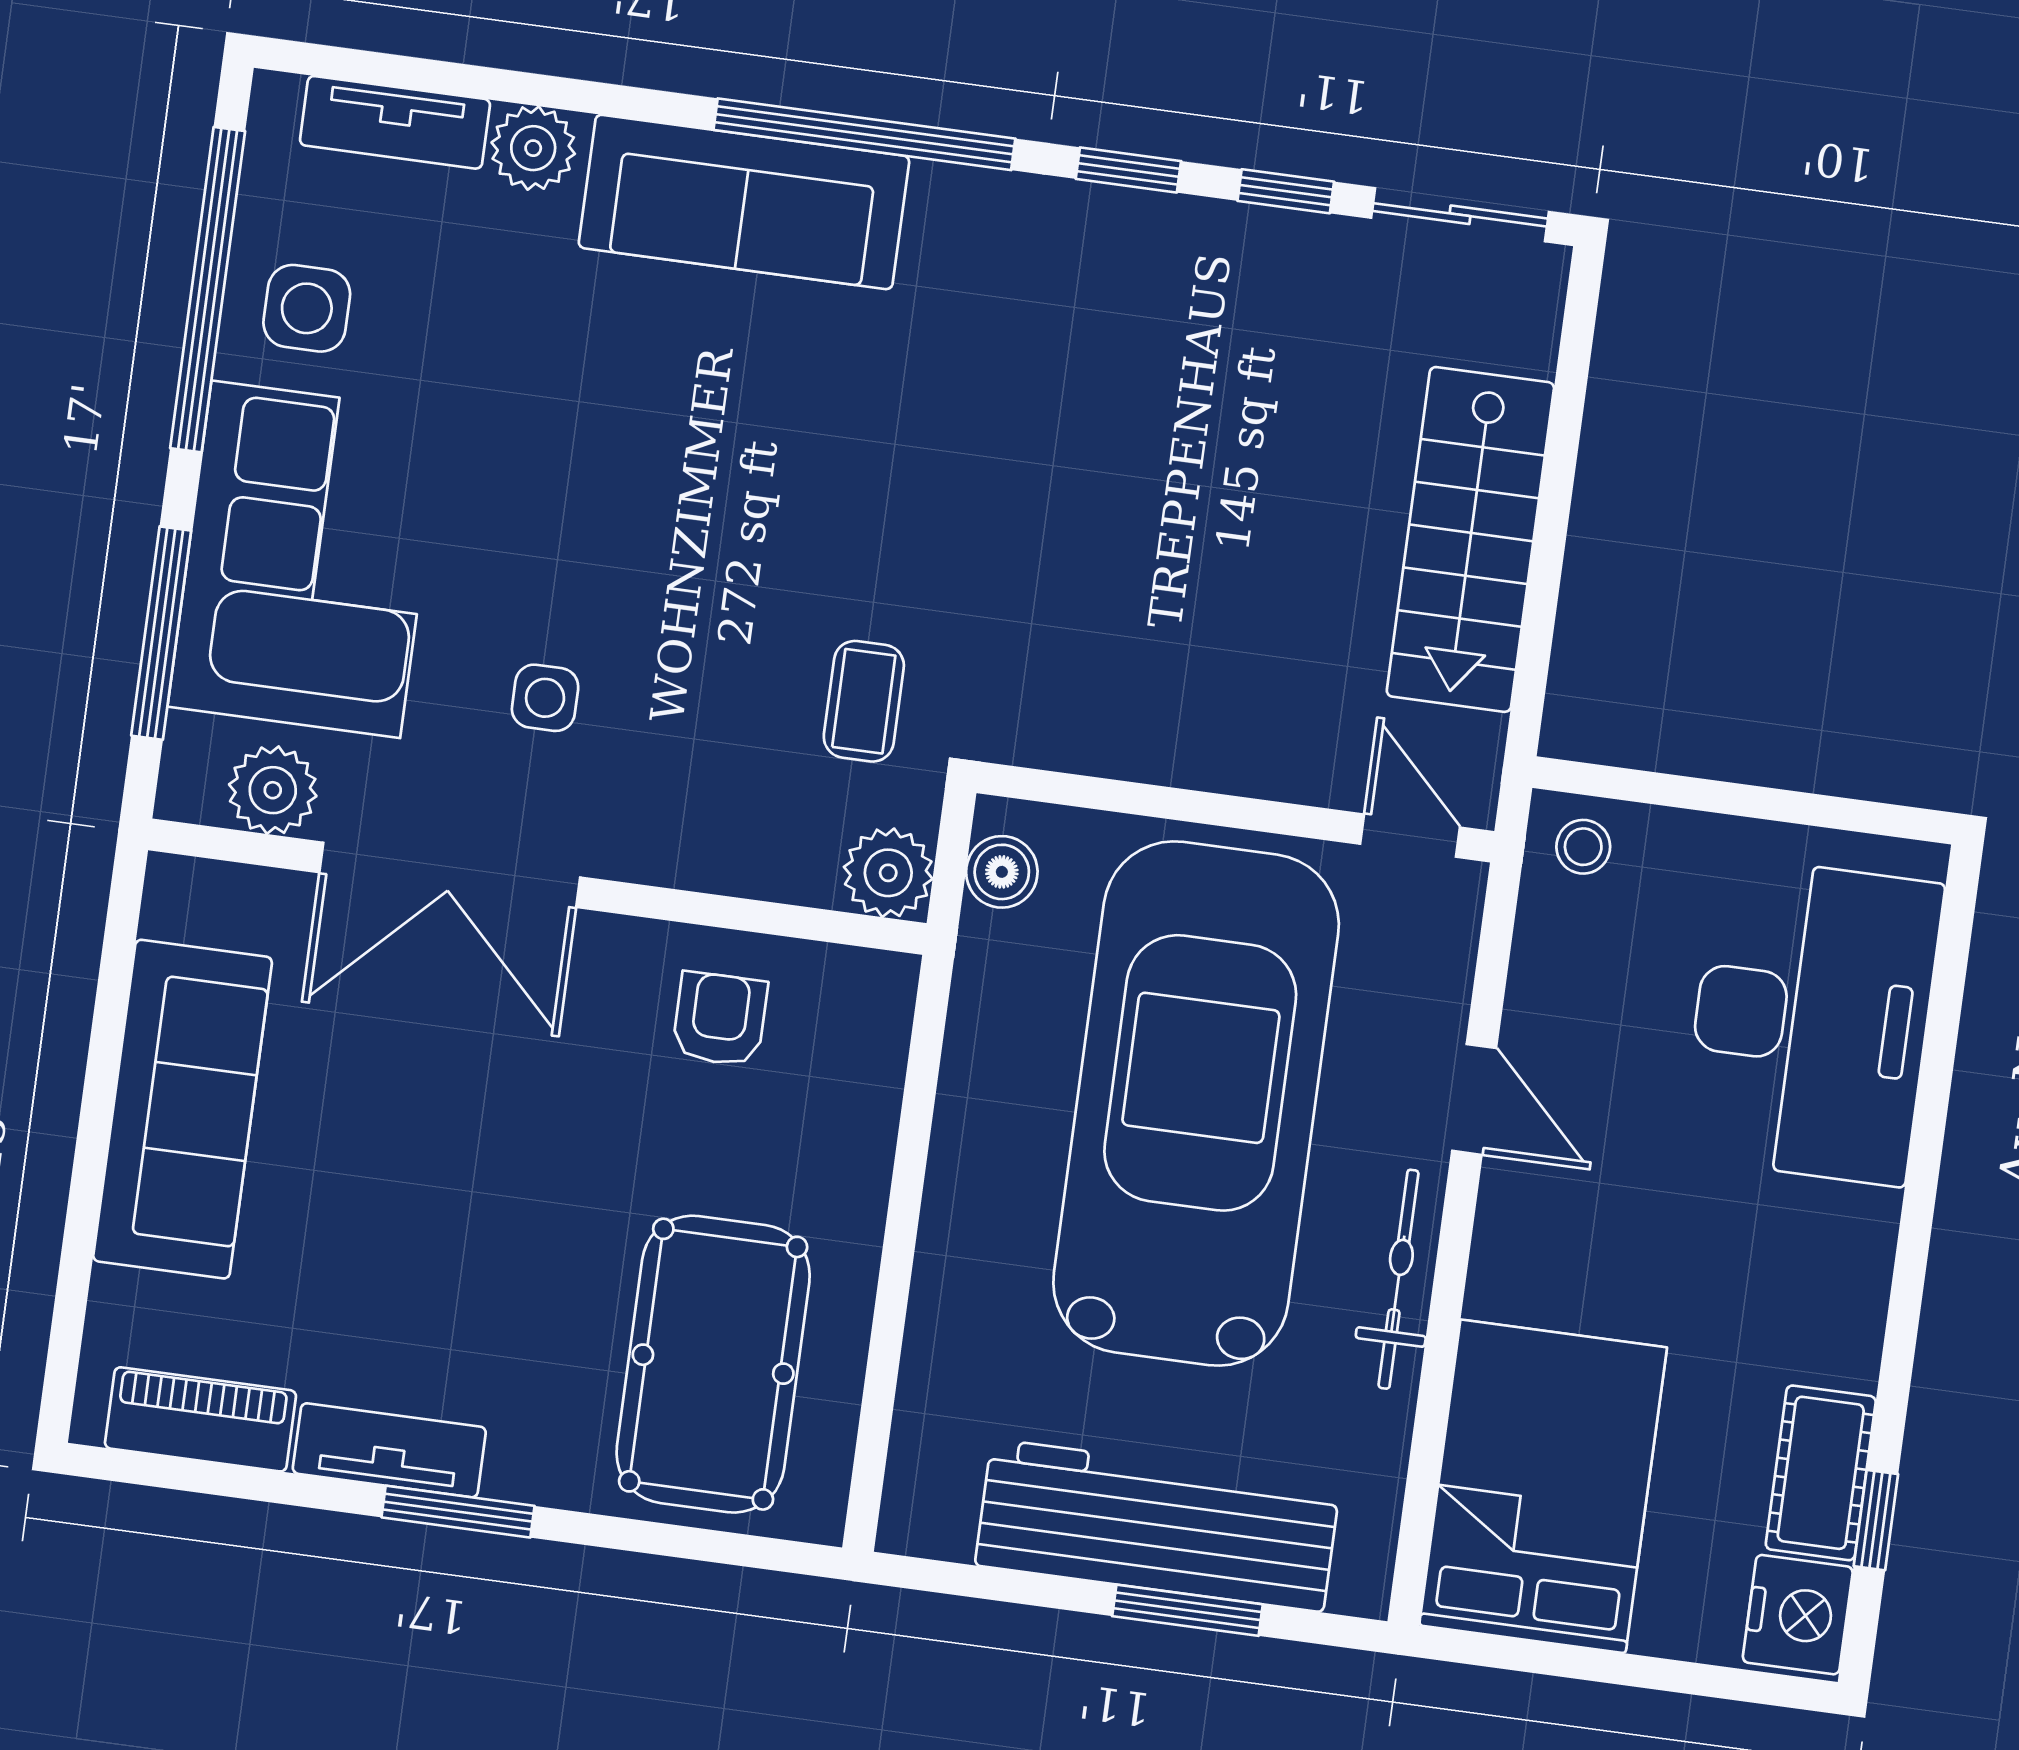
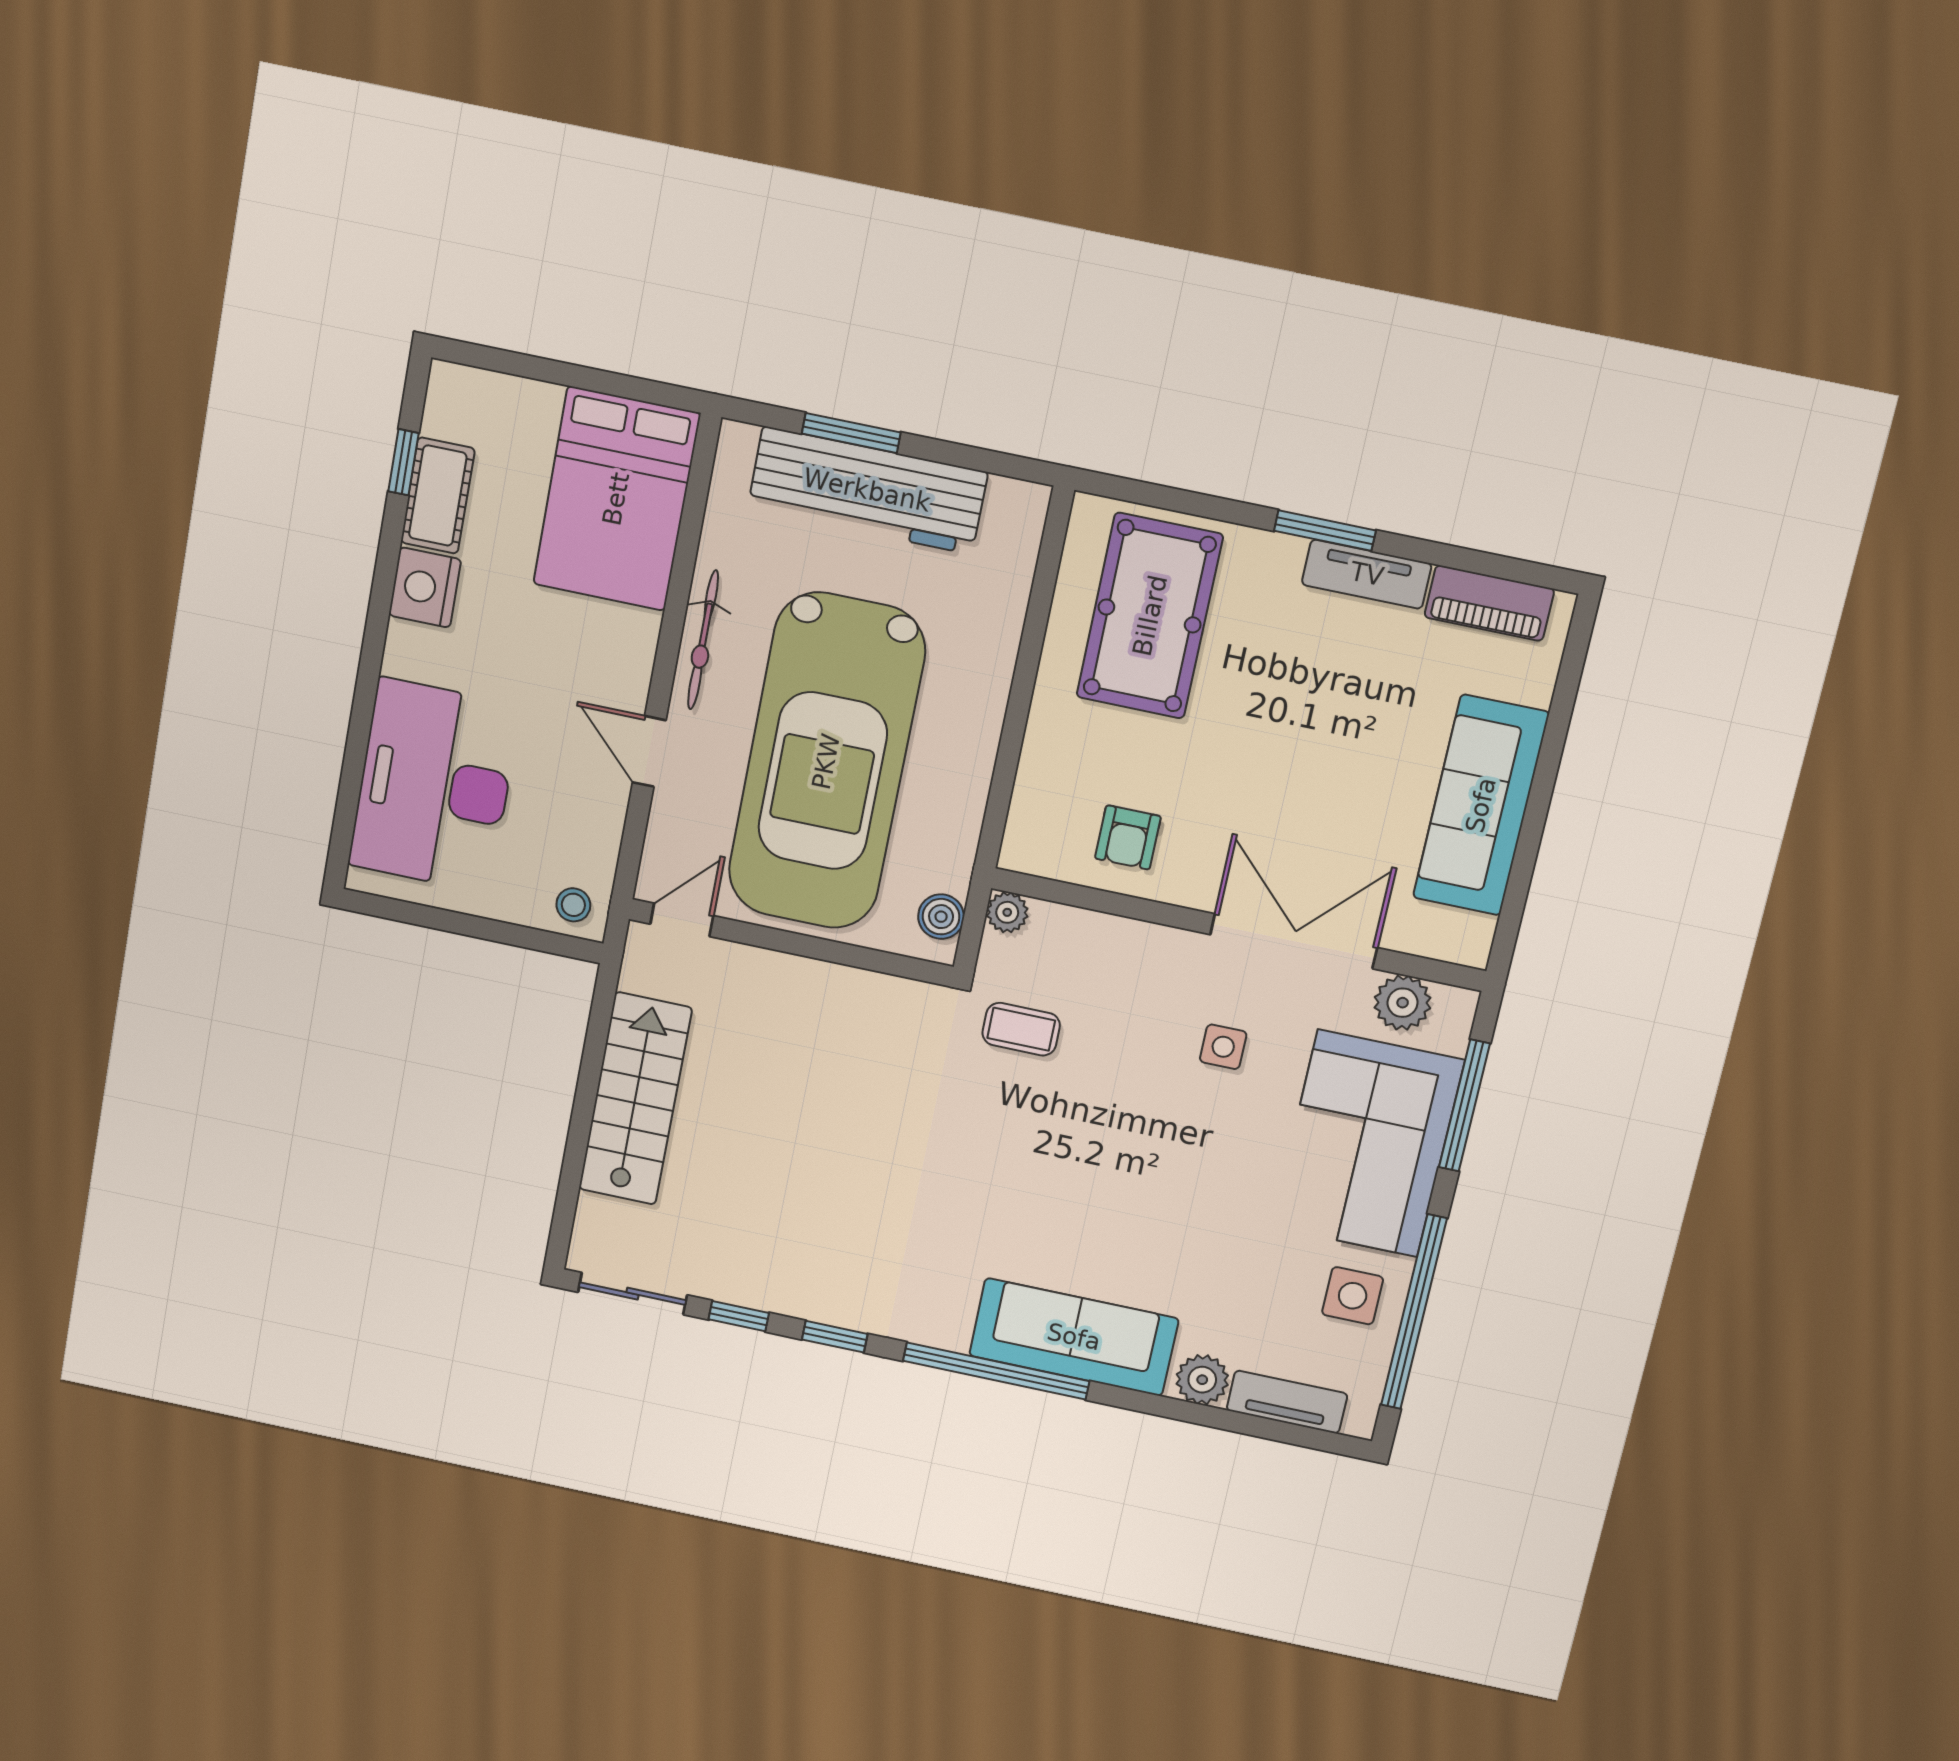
coffee table: (864, 701) -> (1021, 1029), turned 90
door: (1410, 836) -> (682, 920), swing flipped
plant: (888, 873) -> (1007, 912), width x0.73, depth x0.73
nightstand: (1798, 1615) -> (425, 587), moved

